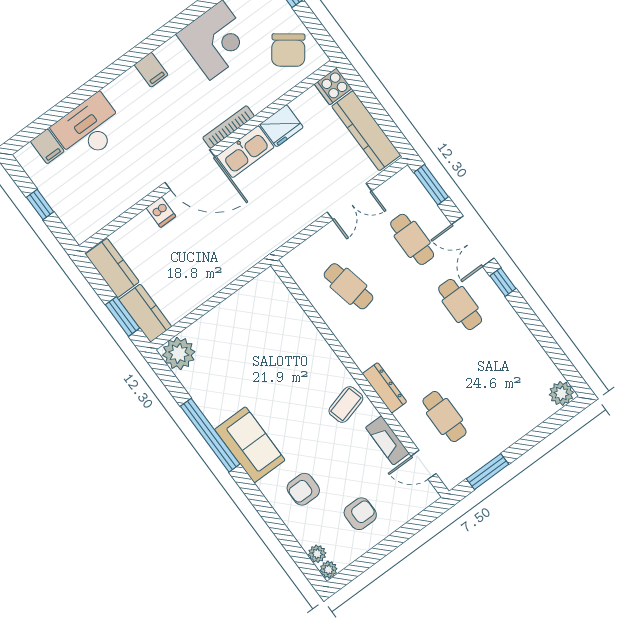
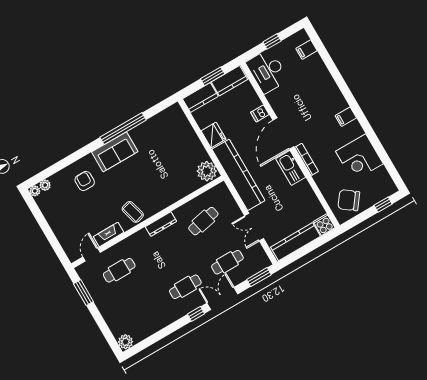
fridge: (282, 126) -> (214, 135), moved, turned 180
desk: (89, 128) -> (267, 71), moved, turned 180
kitchen counter: (266, 237) -> (238, 175), added
window: (123, 316) -> (213, 76), moved
plant: (179, 353) -> (207, 171), moved
dresser: (384, 388) -> (161, 224), moved
armchair: (360, 514) -> (66, 214), removed

